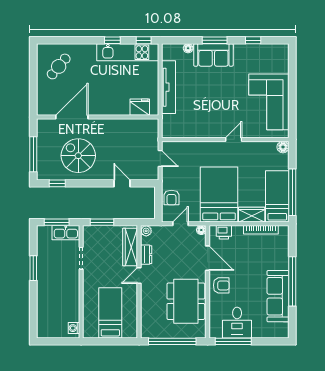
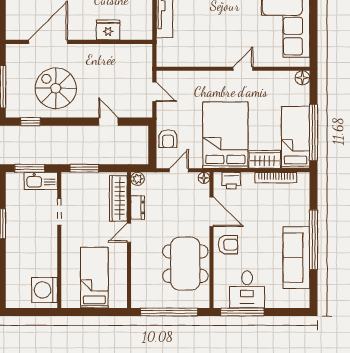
fridge: (140, 107) -> (108, 30), moved
washing machine: (74, 328) -> (45, 290), width x1.89, depth x1.89

